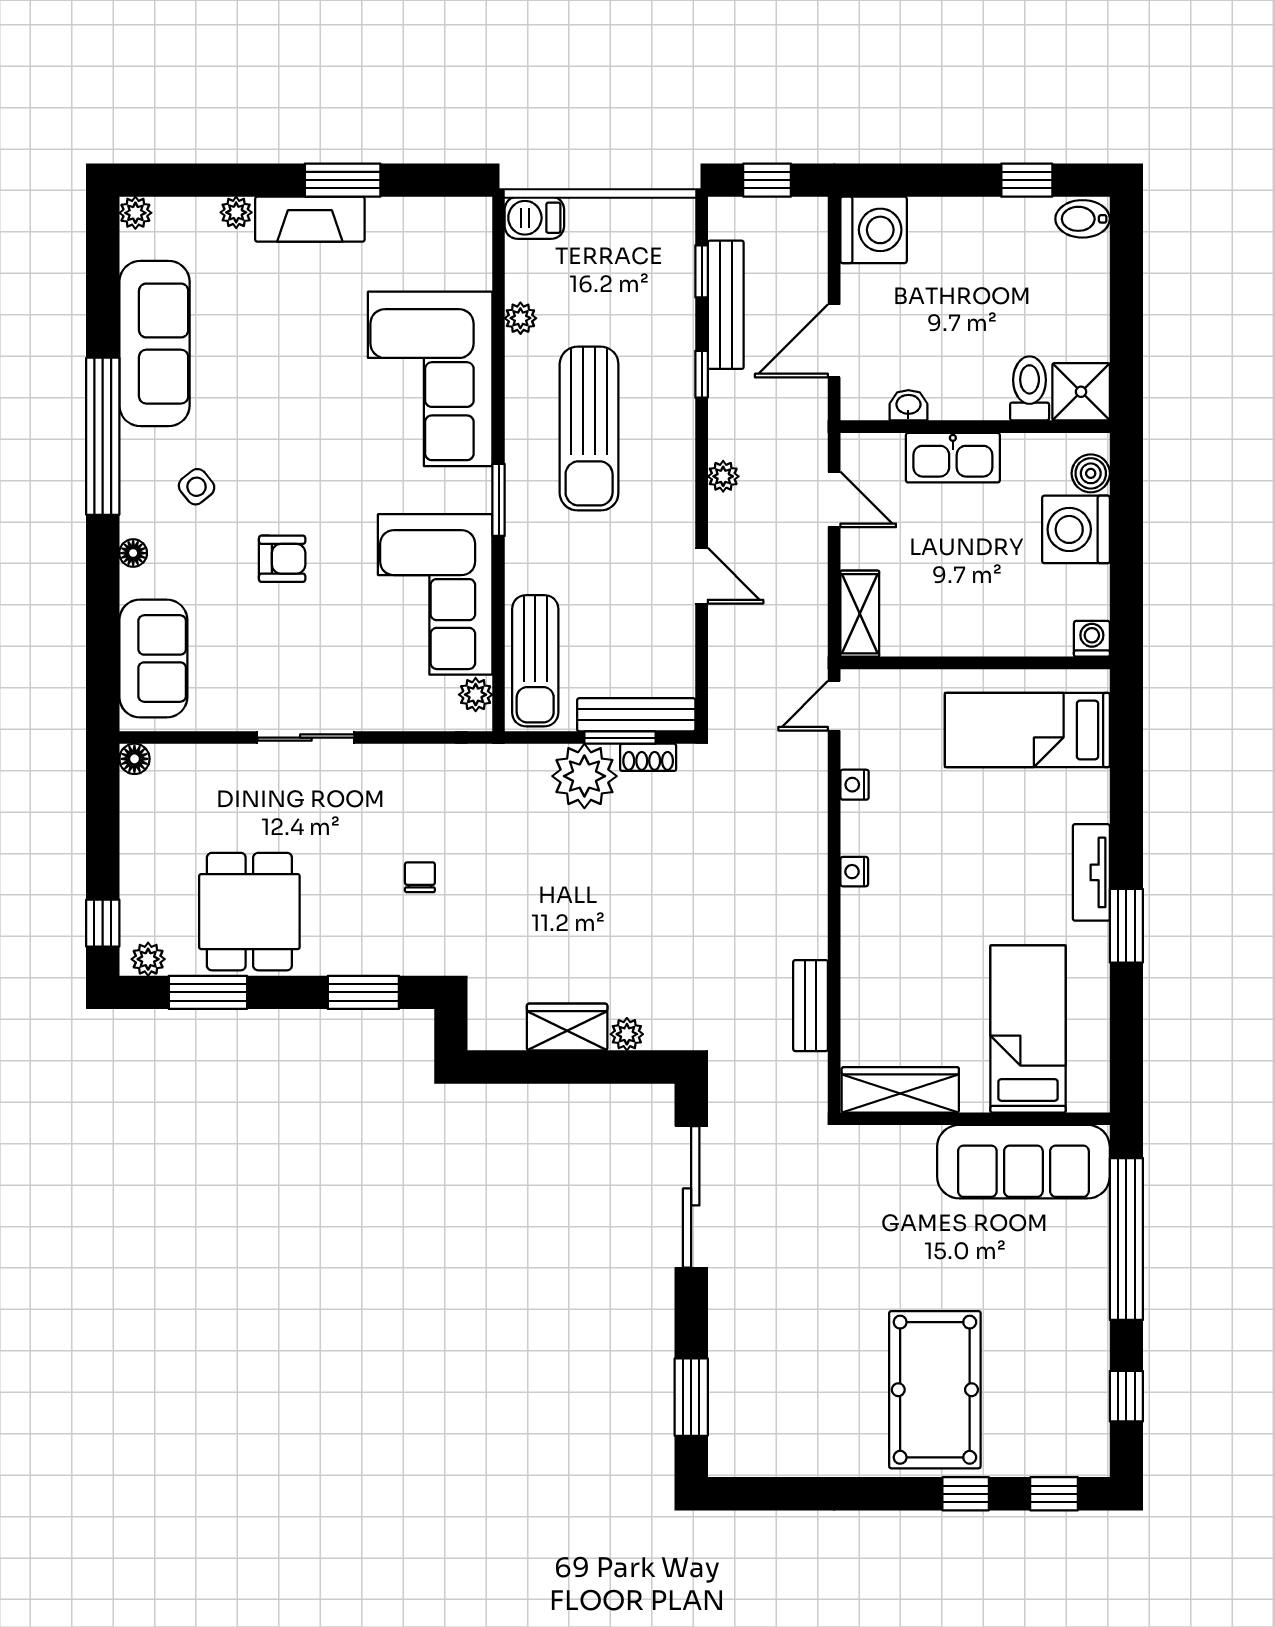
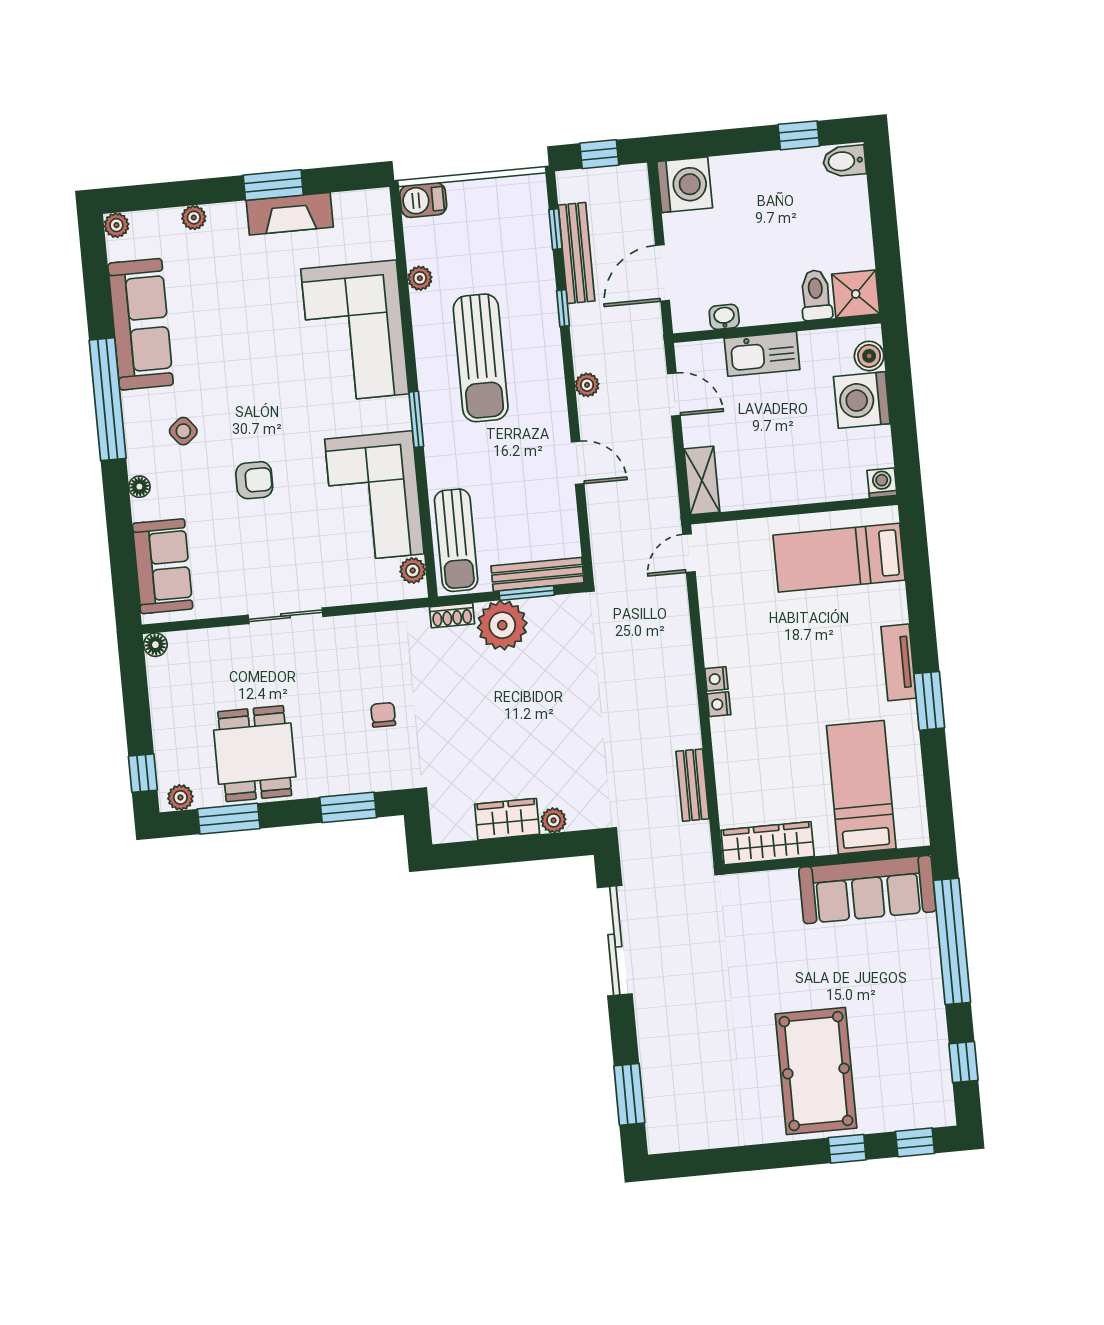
fireplace: (310, 219) -> (290, 214), moved
shoe rack: (648, 757) -> (452, 615), moved
nightstand: (855, 785) -> (719, 704), moved

